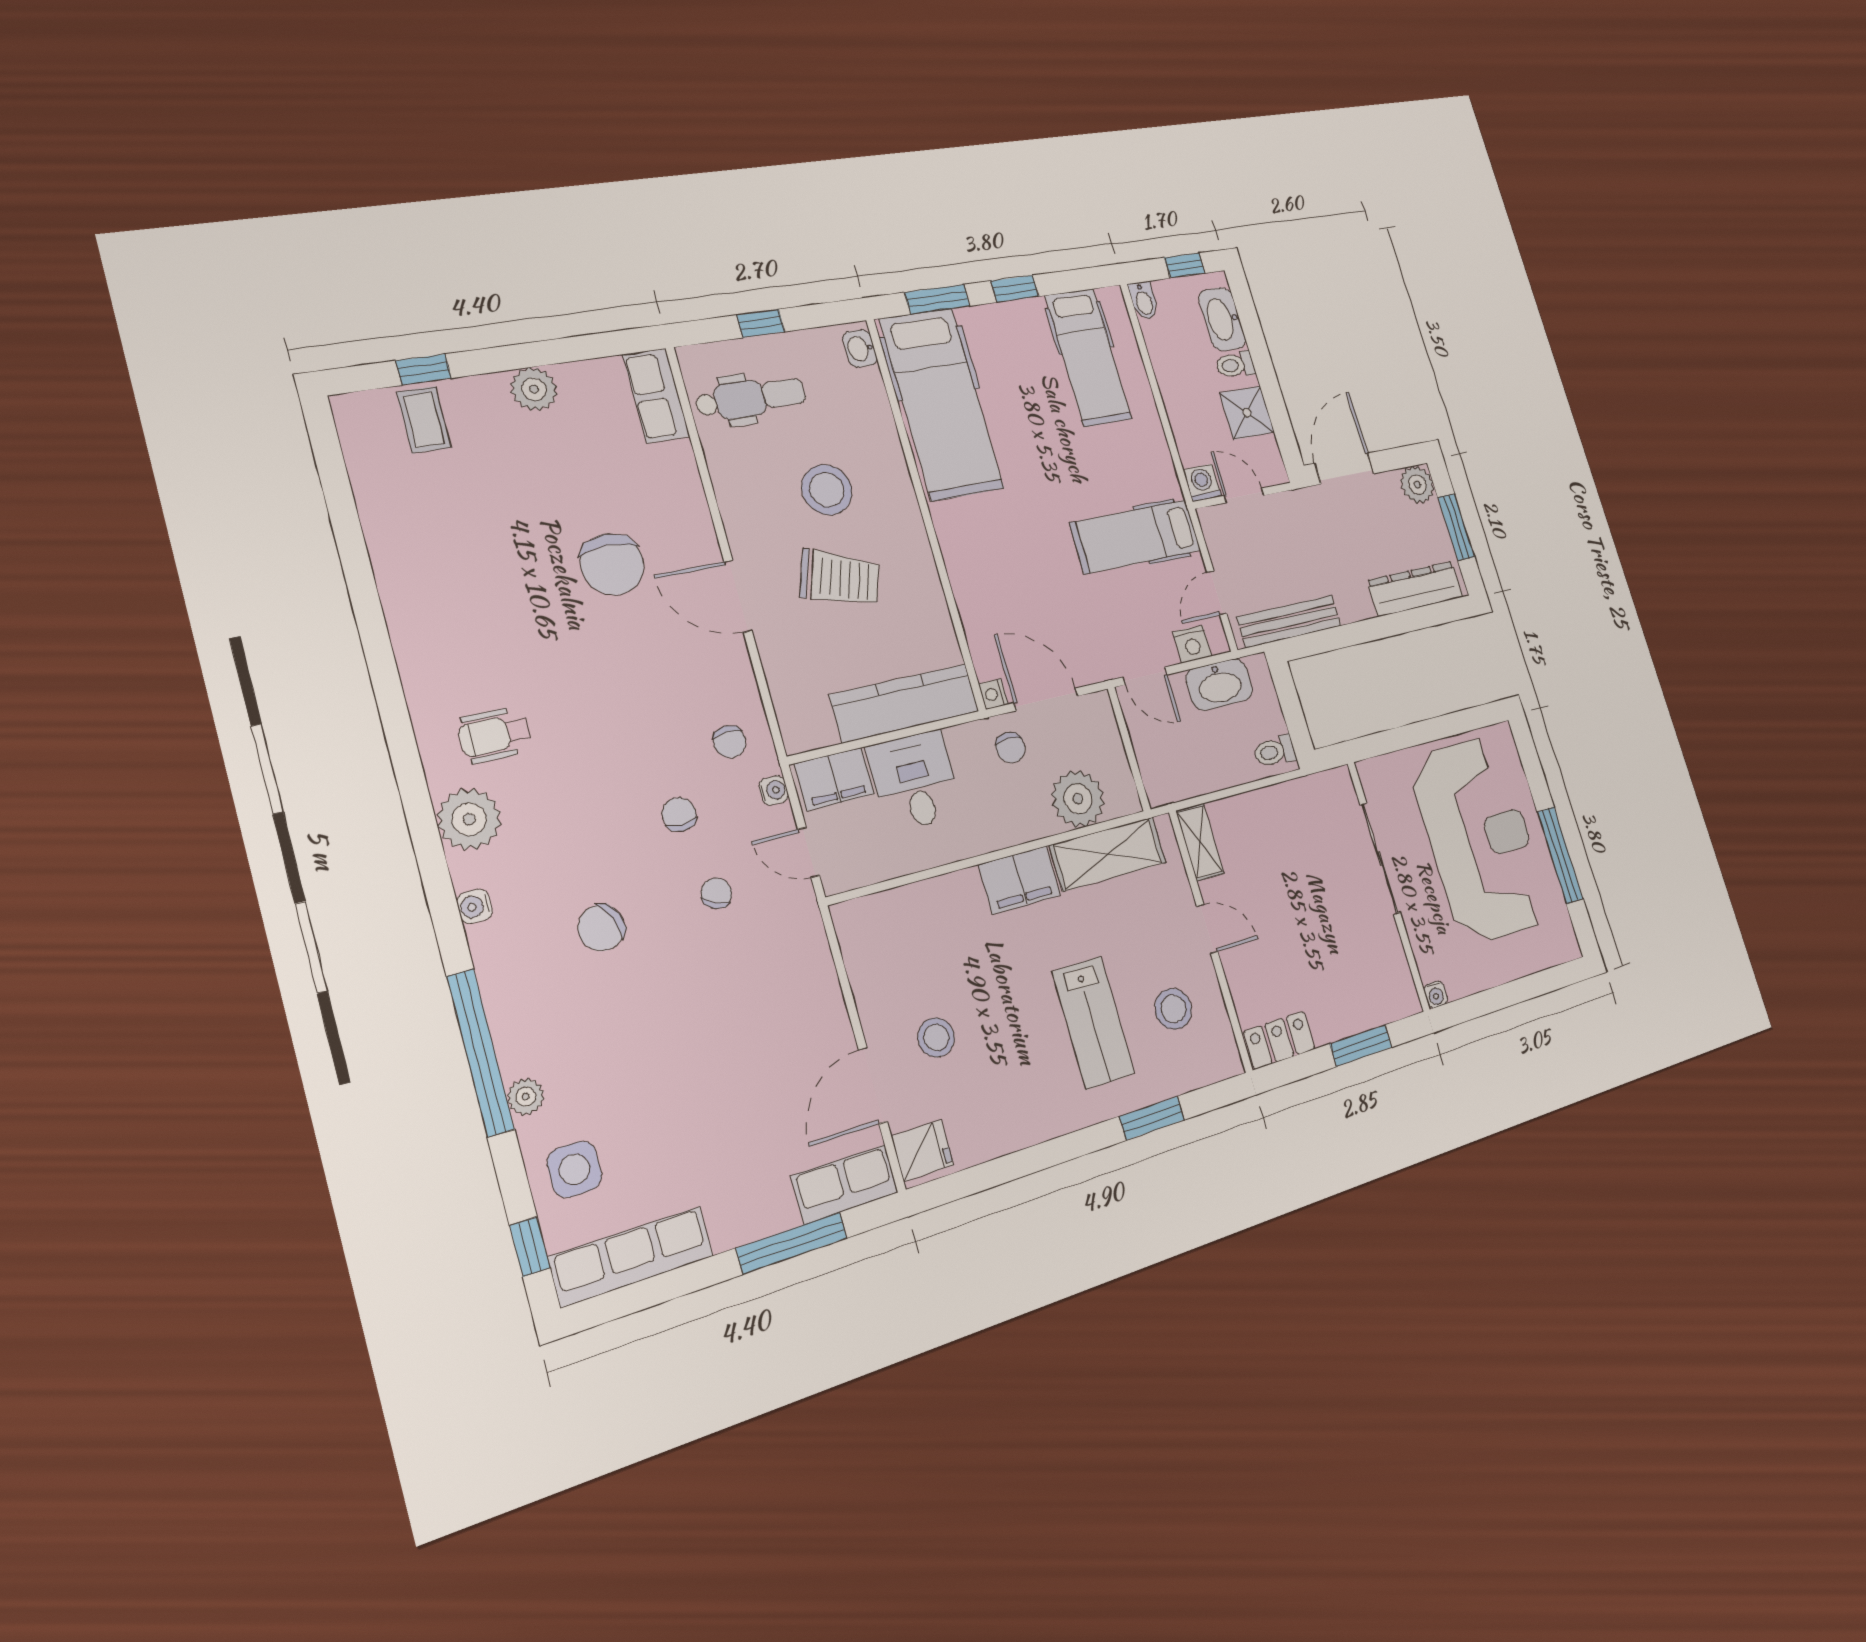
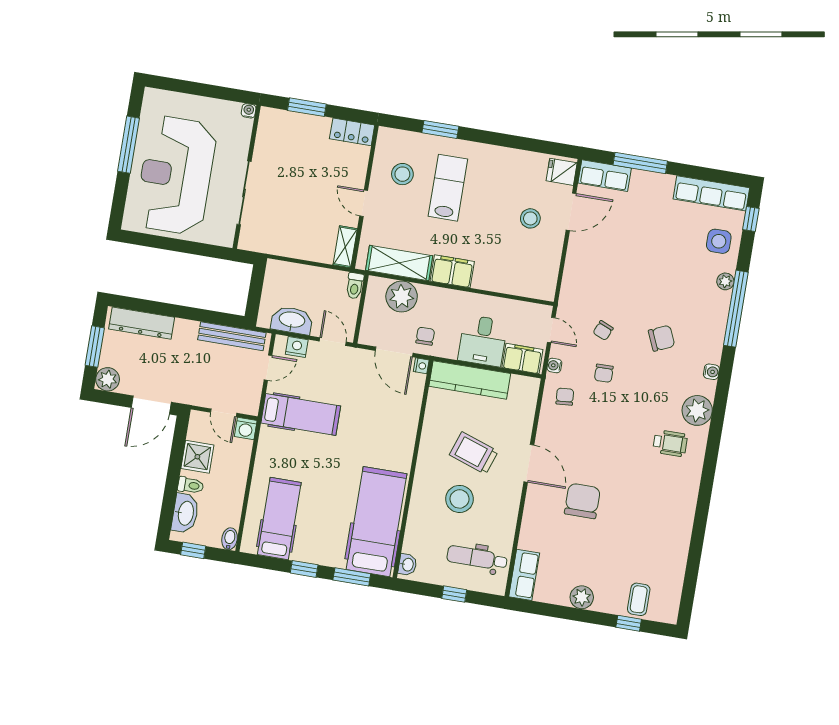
toilet: (1275, 751) -> (355, 286), moved, turned 90

